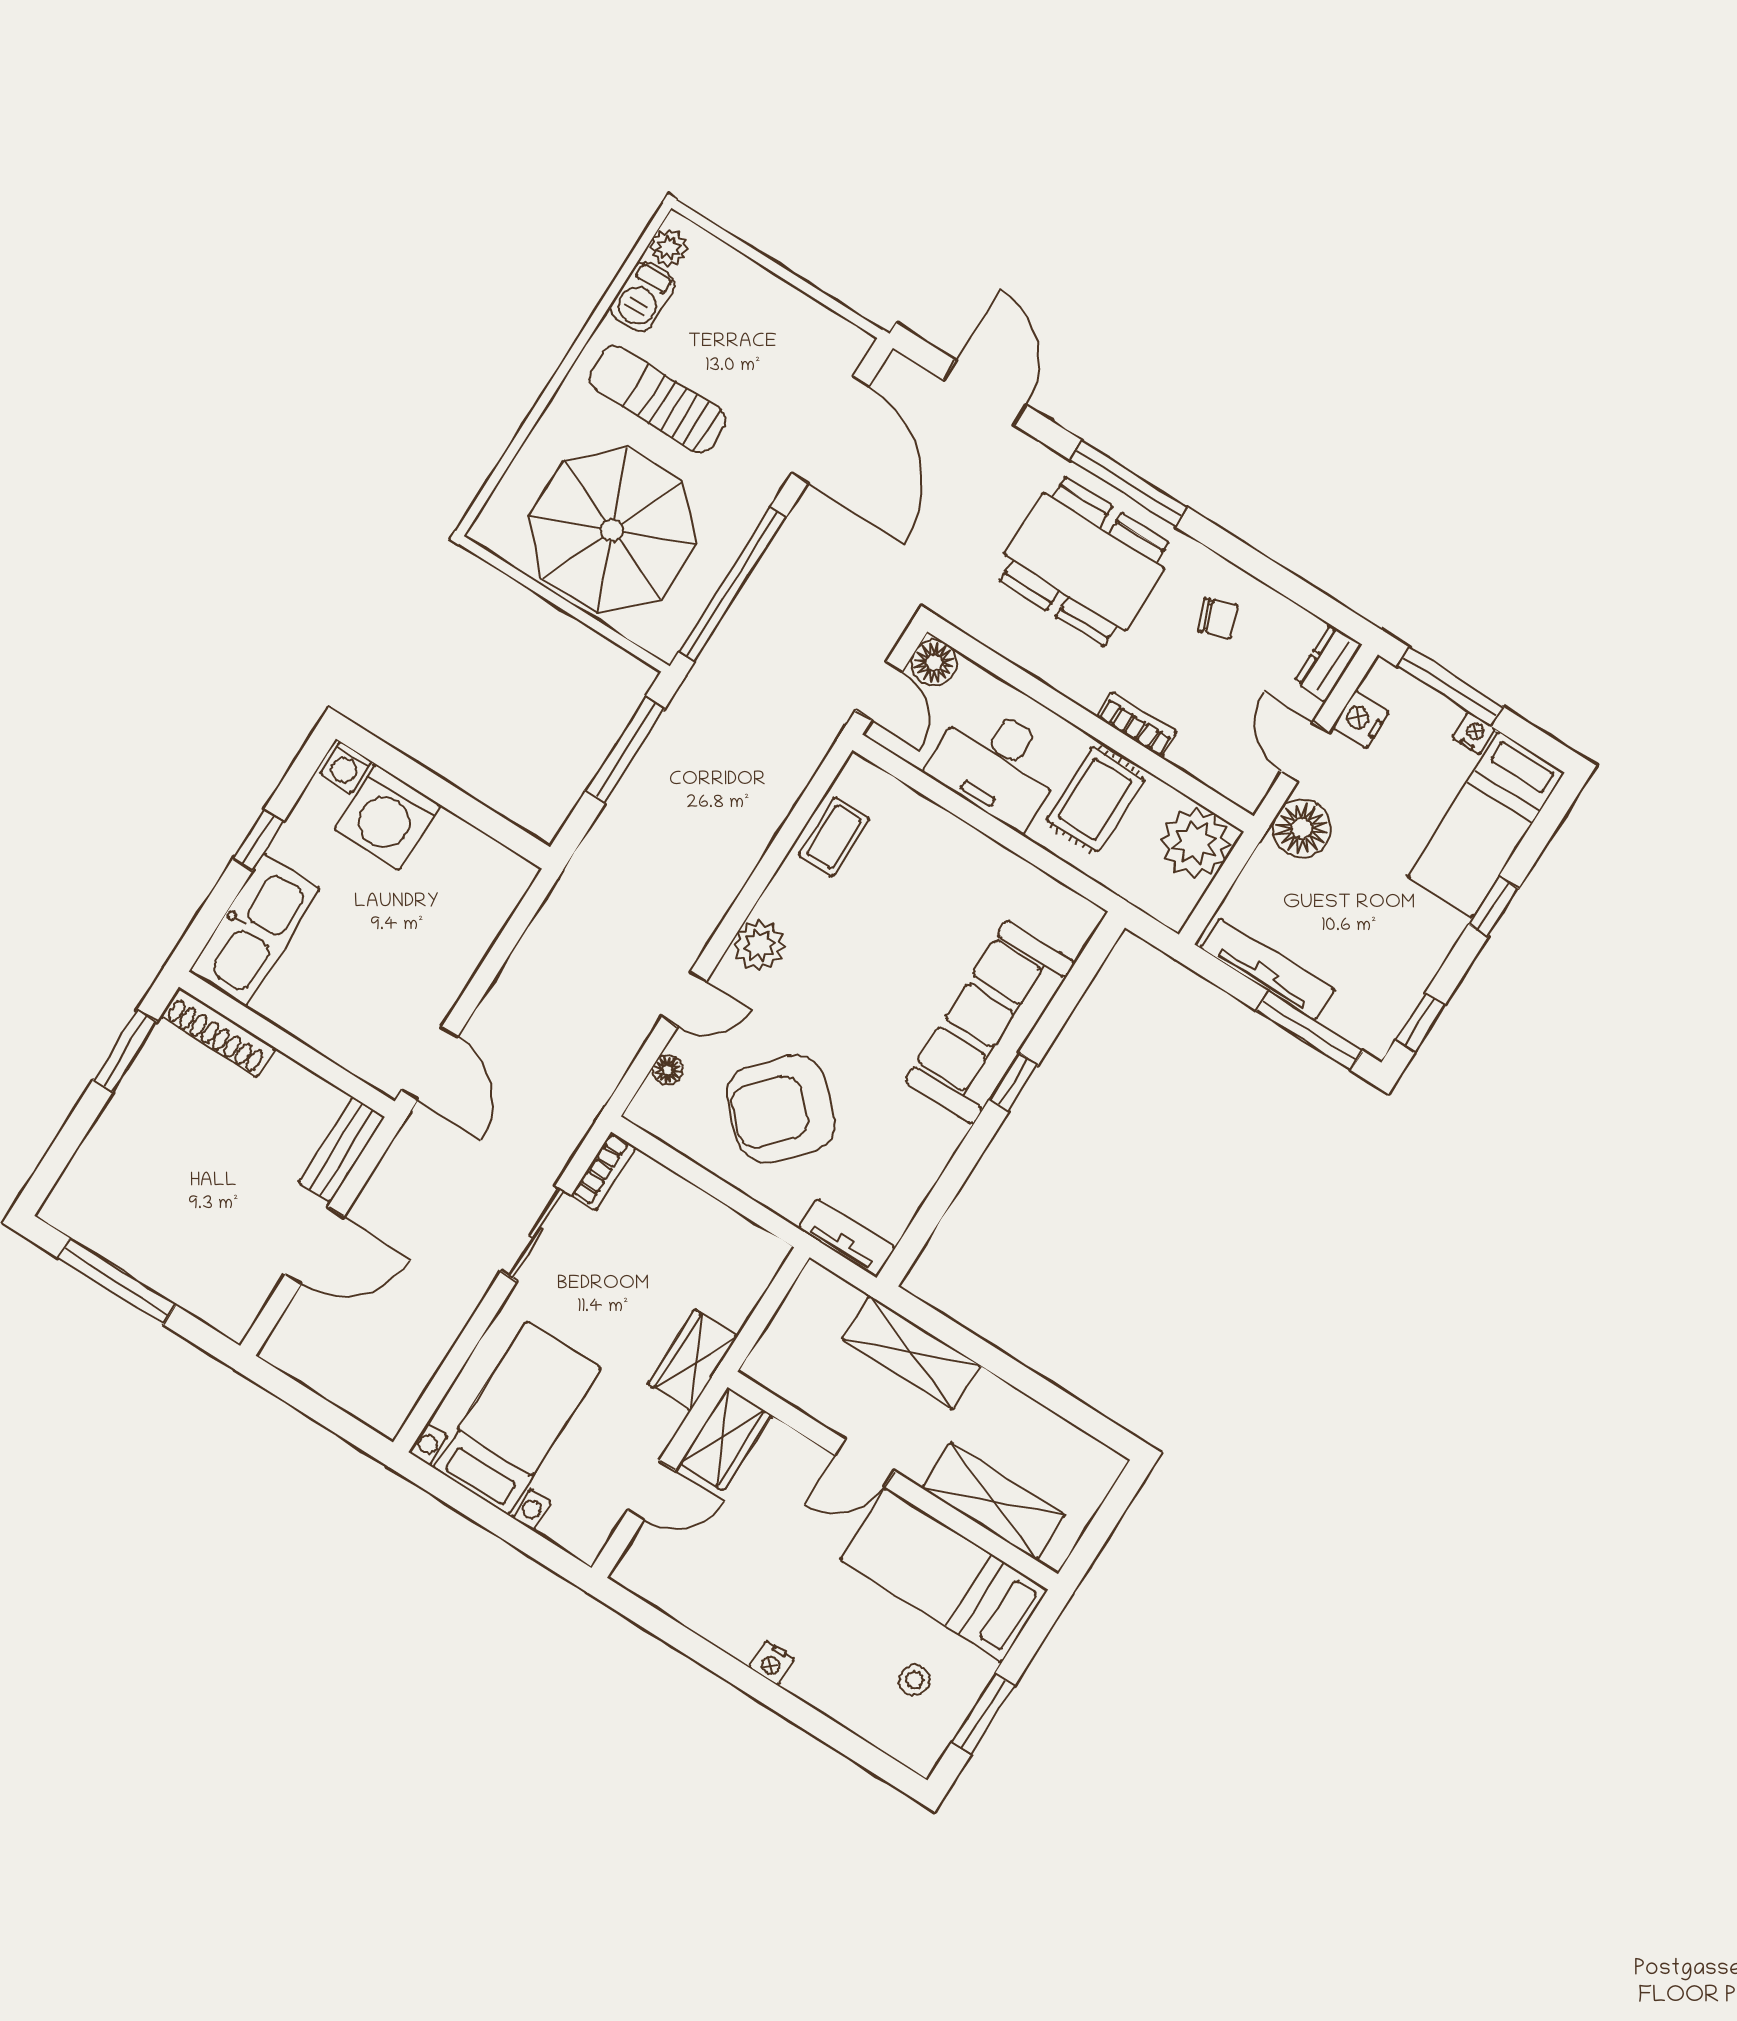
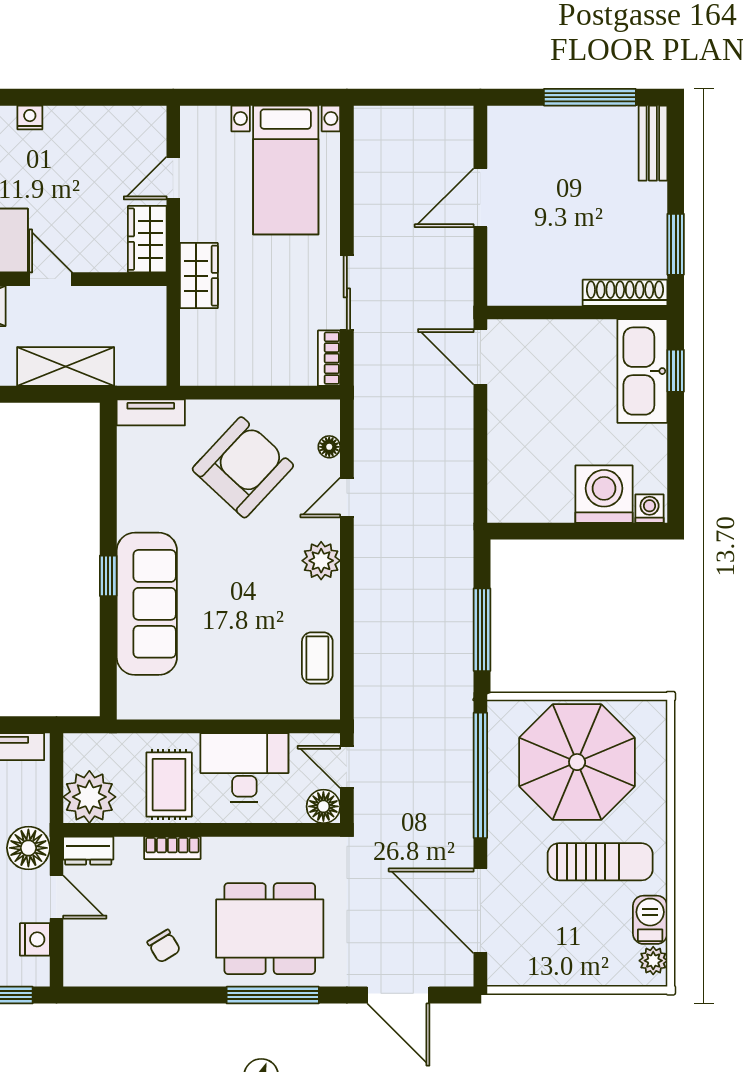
chair: (1218, 618) -> (164, 946), turned -102
dresser: (1328, 663) -> (88, 851), moved, turned 90
window: (258, 840) -> (676, 371), moved
bench: (342, 1150) -> (653, 143), moved
door: (865, 1463) -> (51, 279), hinge flipped

